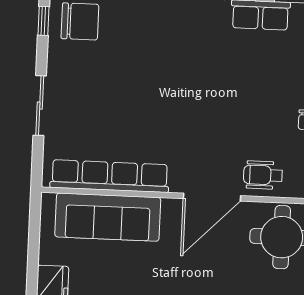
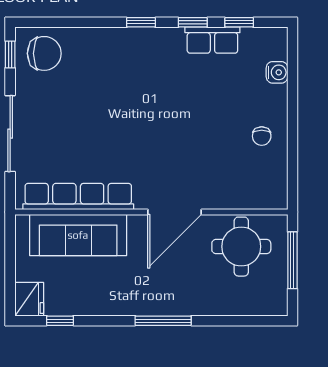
sliding door: (40, 106) -> (10, 134), width x1.37
wheelchair: (263, 175) -> (221, 189), removed

